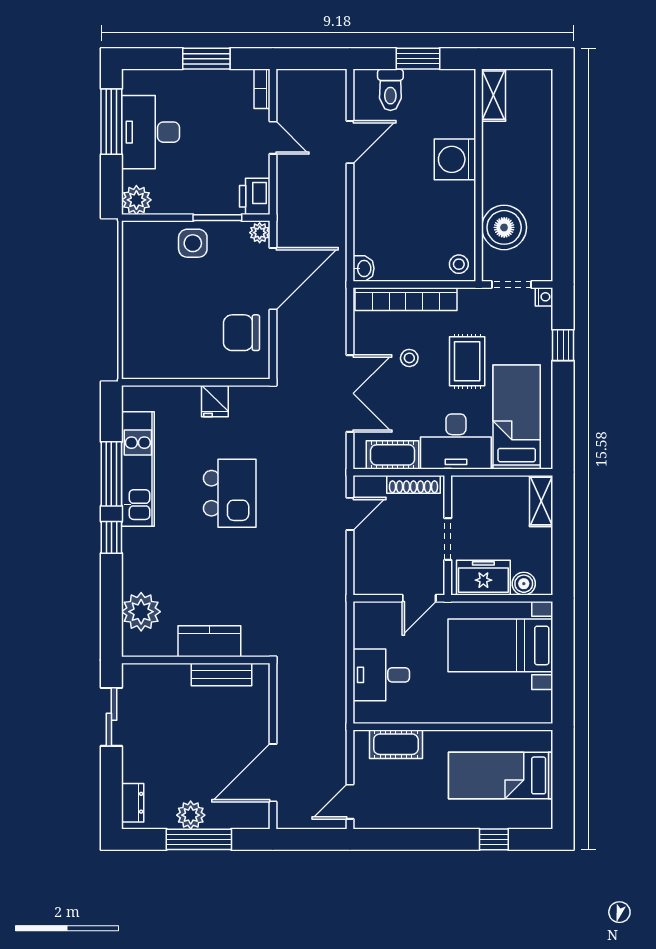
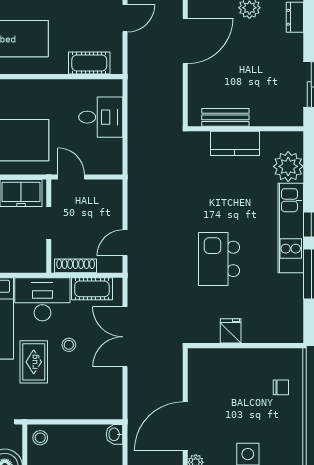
bookcase: (406, 299) -> (81, 410), removed
chair: (241, 333) -> (281, 387), moved, width x0.54, depth x0.54
stool: (409, 358) -> (69, 345), moved
kitchen unit: (138, 469) -> (291, 228), moved
door: (419, 598) -> (71, 177), hinge flipped

